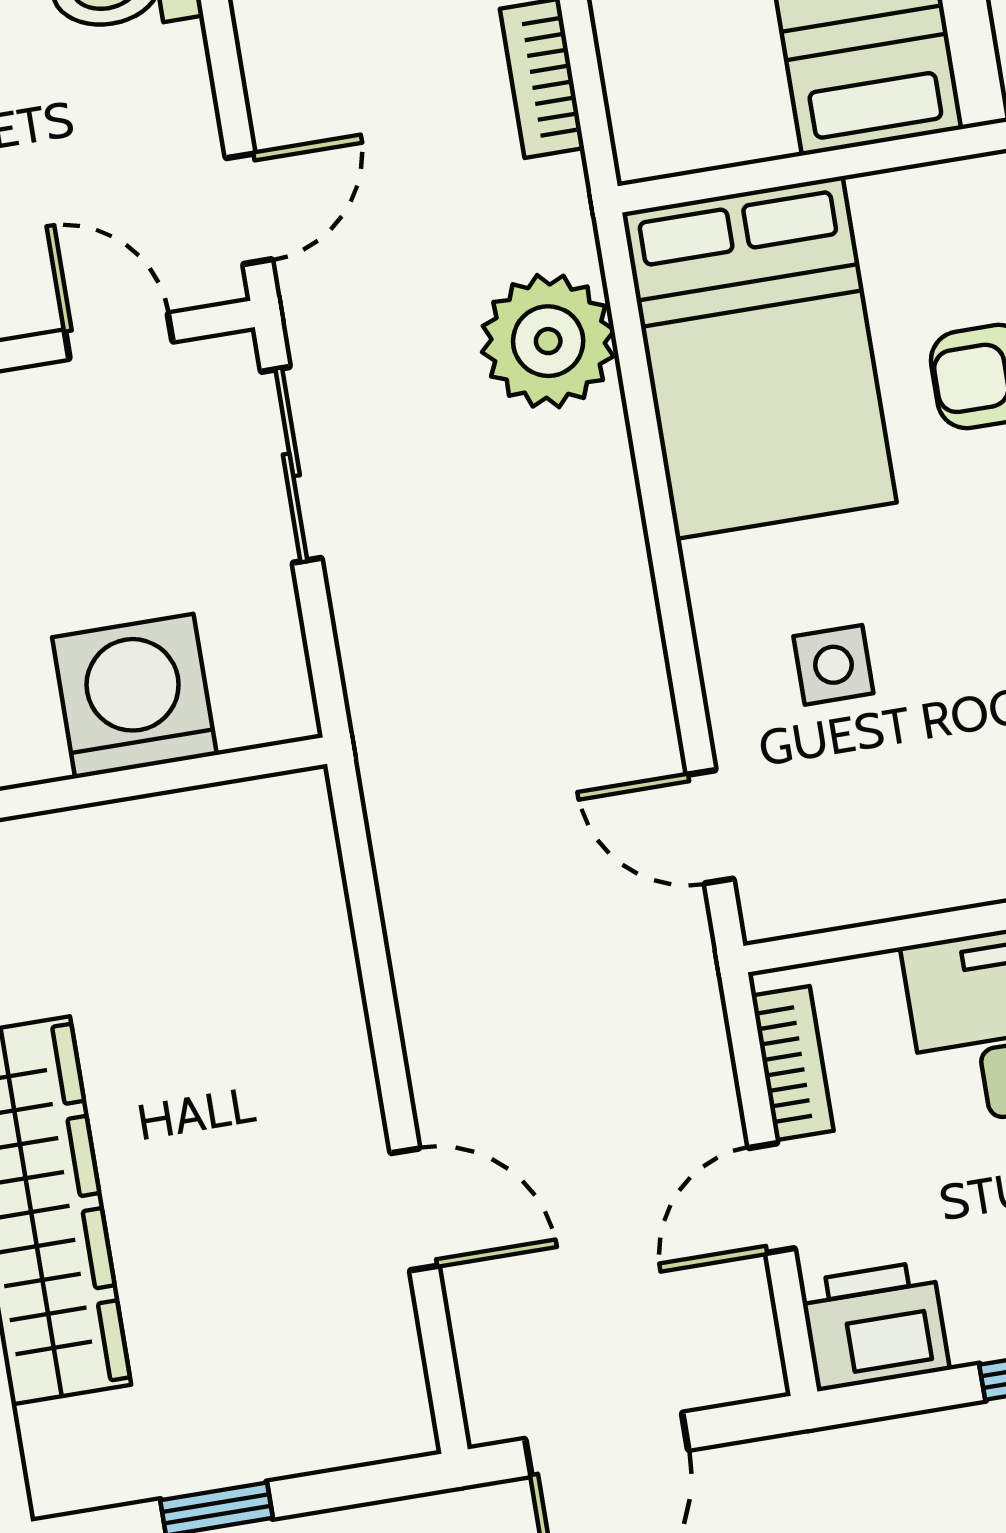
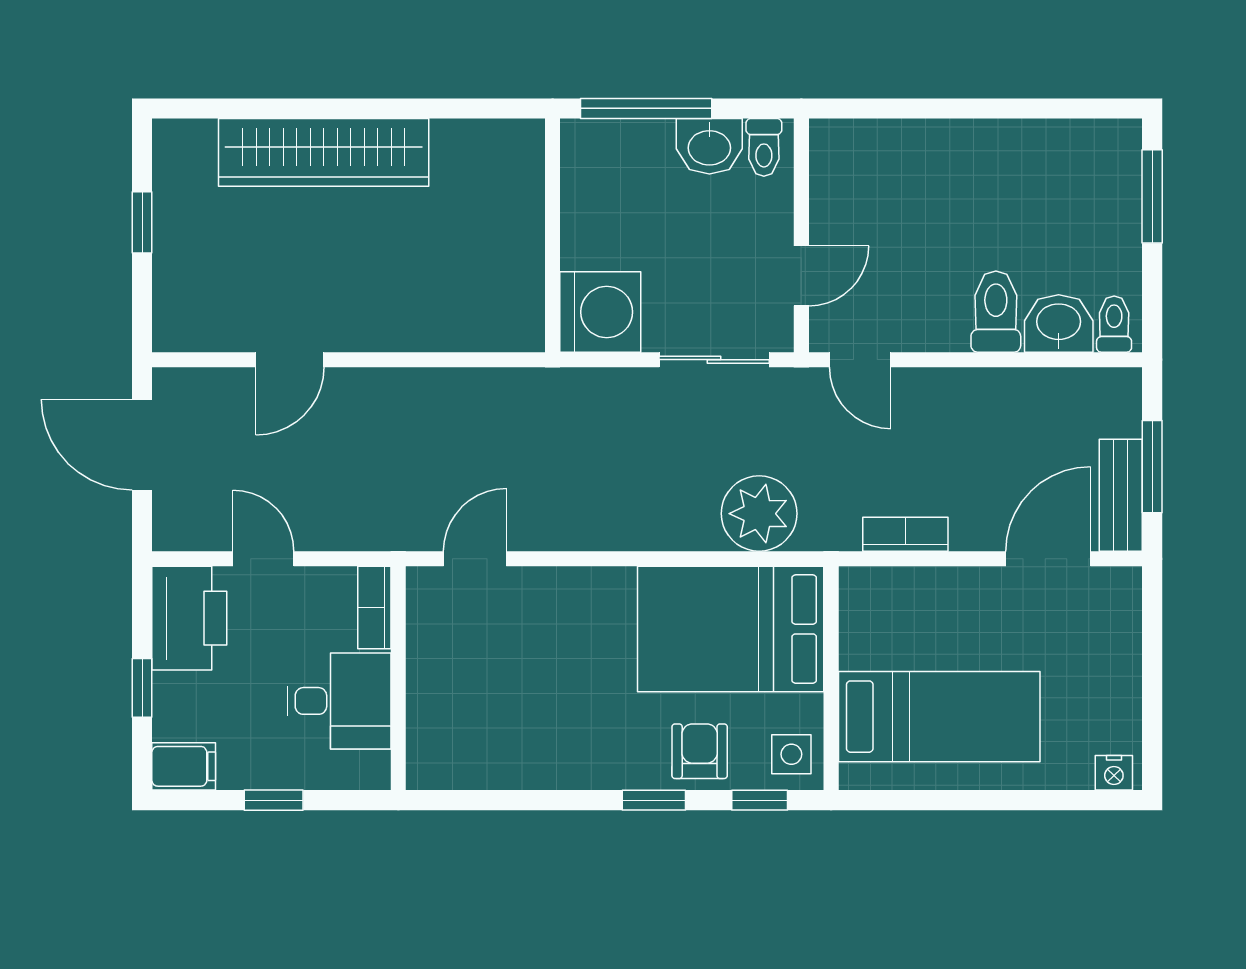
side table: (833, 665) -> (791, 754), moved
washing machine: (134, 696) -> (600, 312), moved
bookcase: (793, 1063) -> (374, 608), moved, turned 90
printer: (874, 1326) -> (189, 618), width x1.37, depth x1.19

